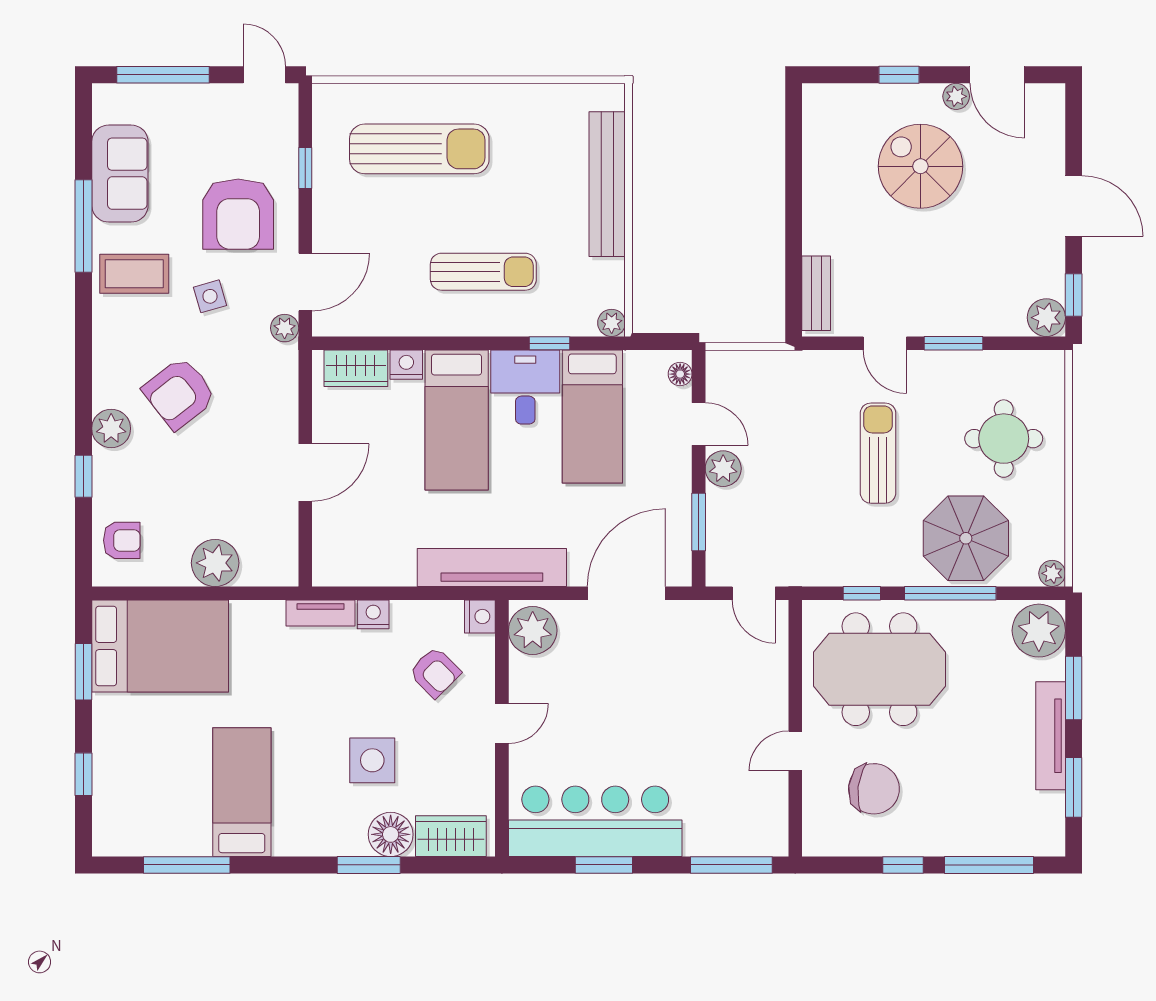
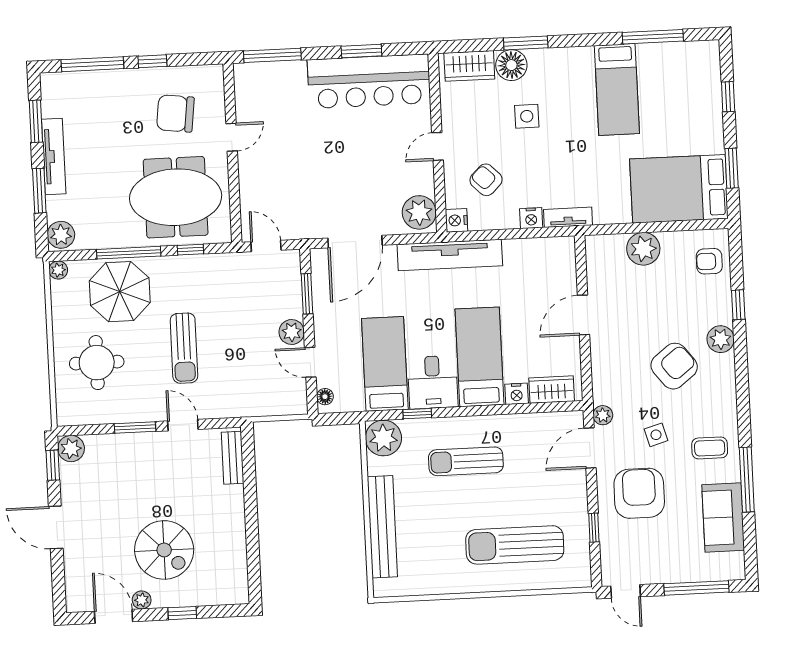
coffee table: (134, 274) -> (710, 448), width x0.73, depth x0.77
plant: (612, 323) -> (383, 438), width x1.87, depth x1.87
plant: (1039, 631) -> (61, 235), width x0.73, depth x0.73
side table: (372, 760) -> (527, 116), width x0.73, depth x0.73

